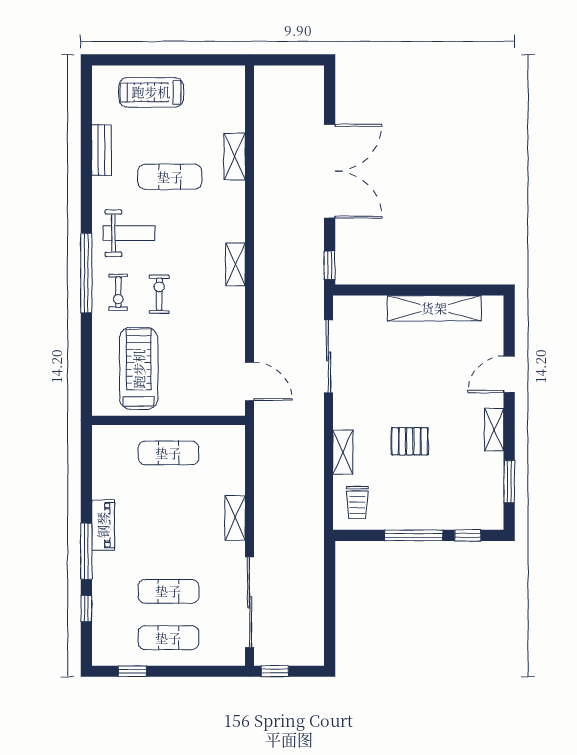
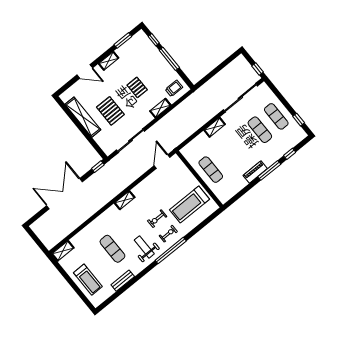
shelving: (235, 157) -> (63, 251), moved
pallet: (407, 364) -> (110, 111), added

